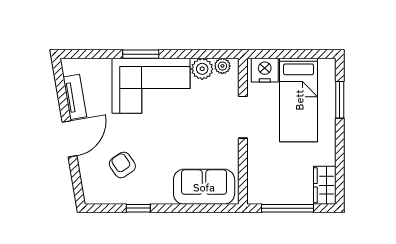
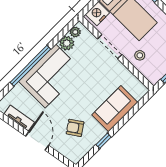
window: (141, 54) -> (30, 66), width x2.11
stool: (265, 157) -> (140, 55), added
sofa: (204, 187) -> (115, 109), moved

